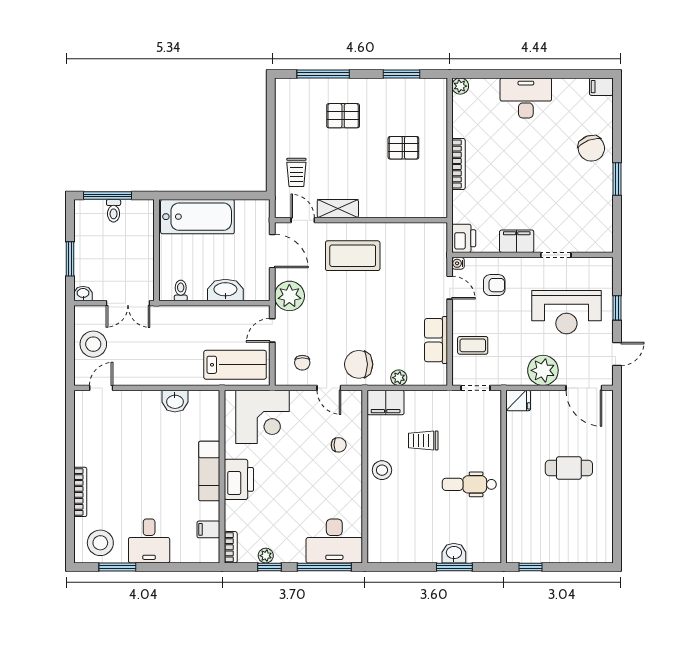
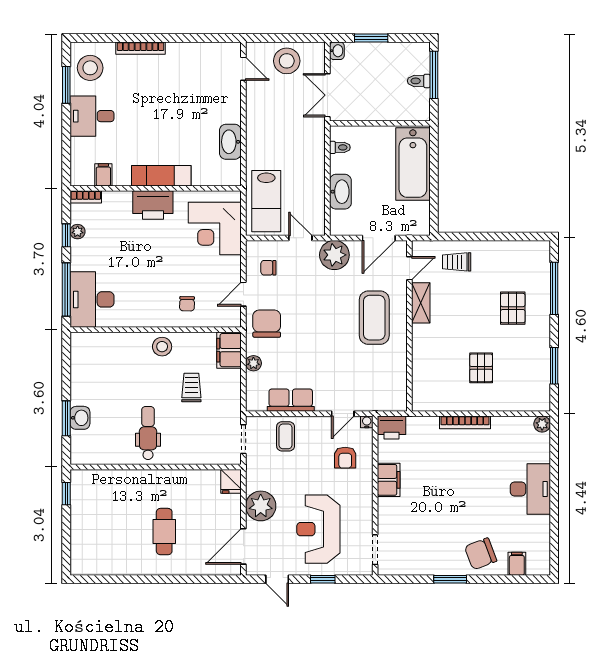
filing cabinet: (601, 87) -> (517, 564), moved
doorway: (556, 255) -> (375, 550), moved
washbasin: (175, 401) -> (230, 142), width x1.38

